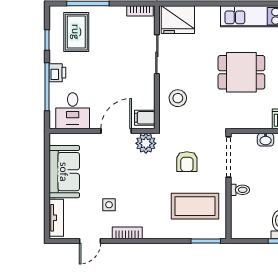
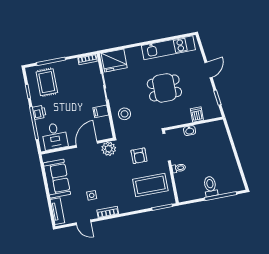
filing cabinet: (145, 118) -> (101, 111), moved
door: (90, 241) -> (83, 222), hinge flipped

